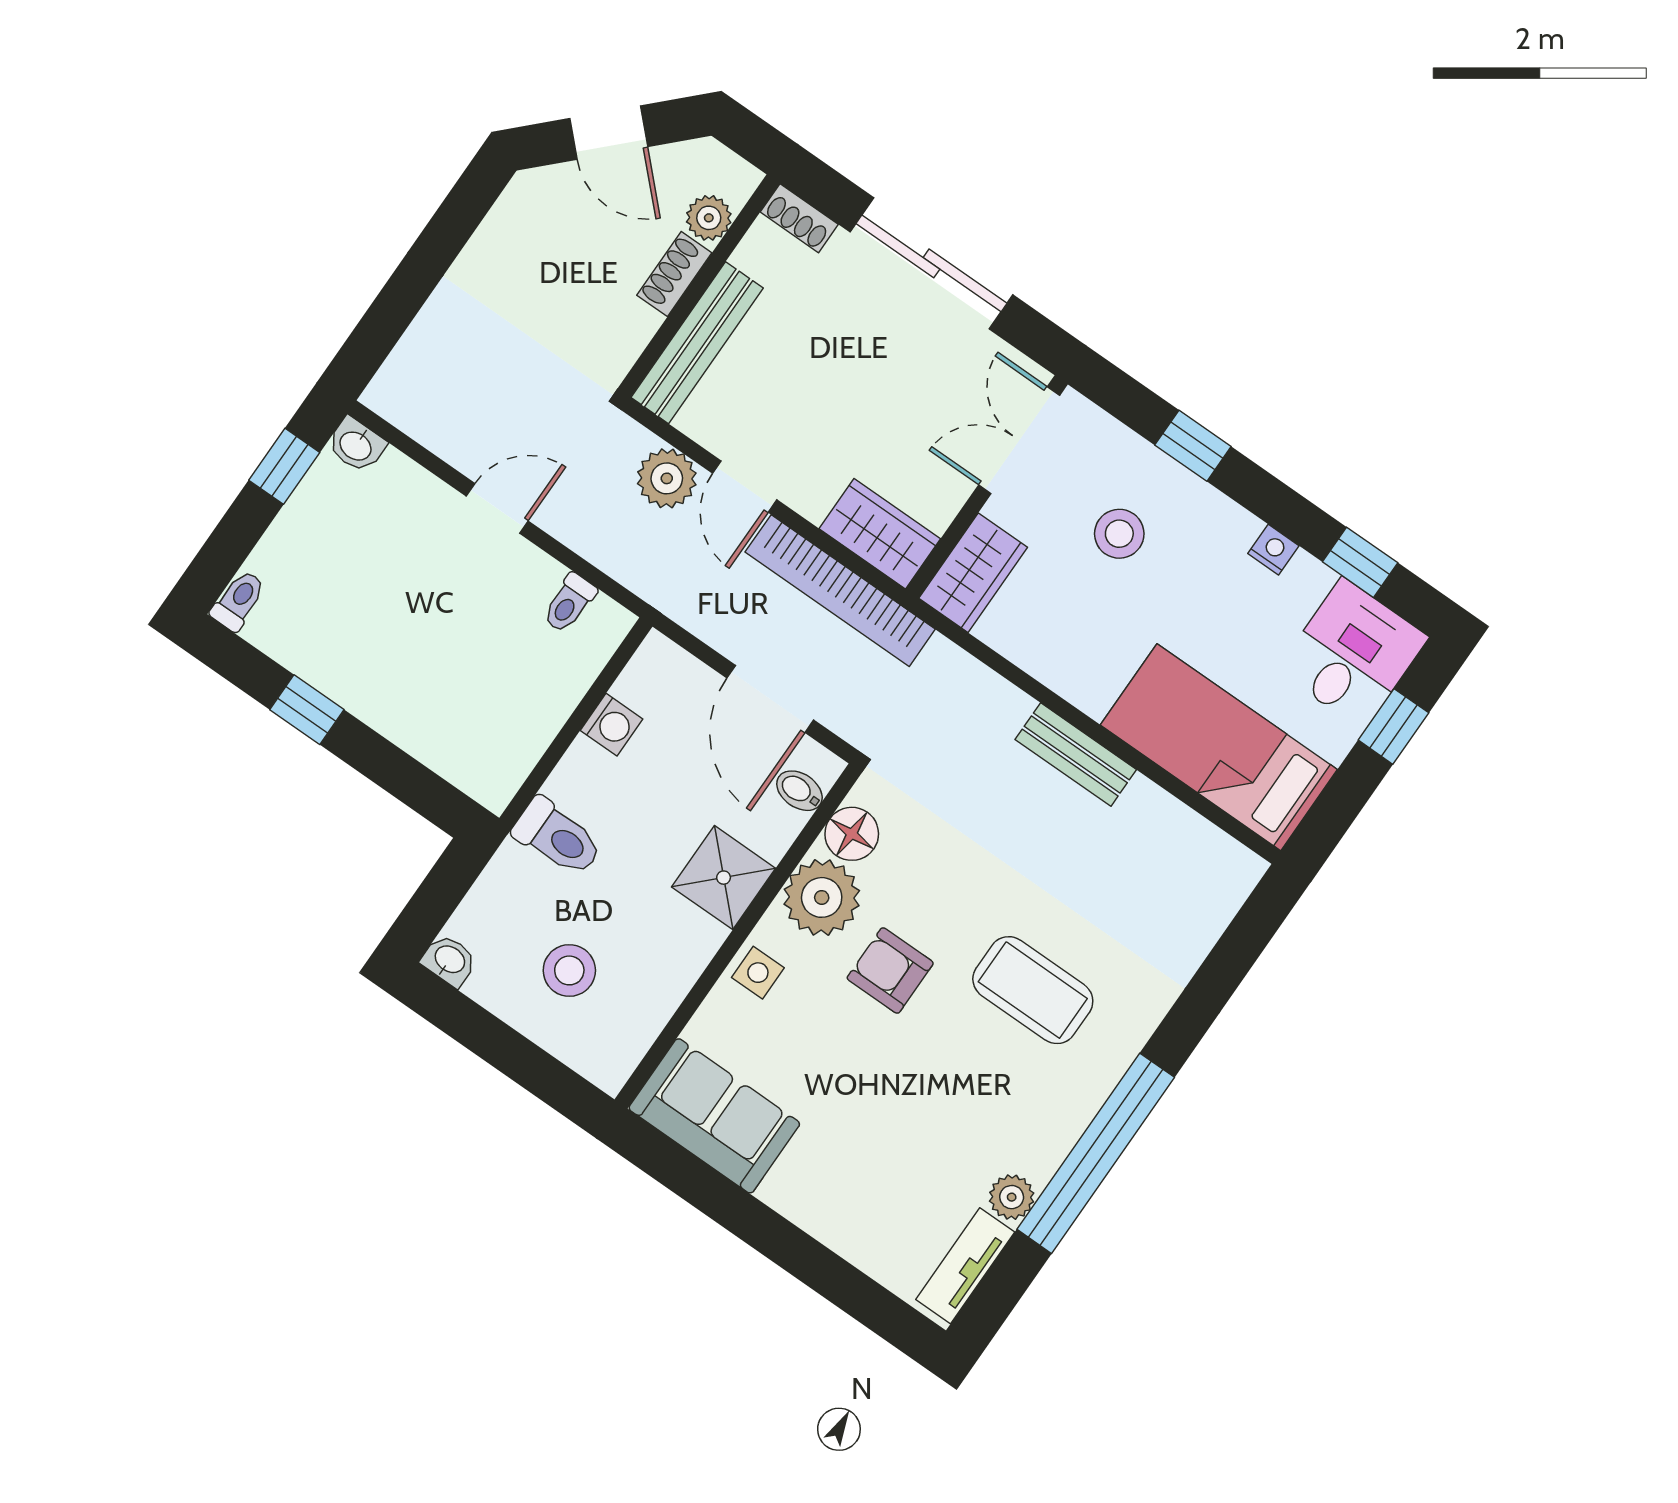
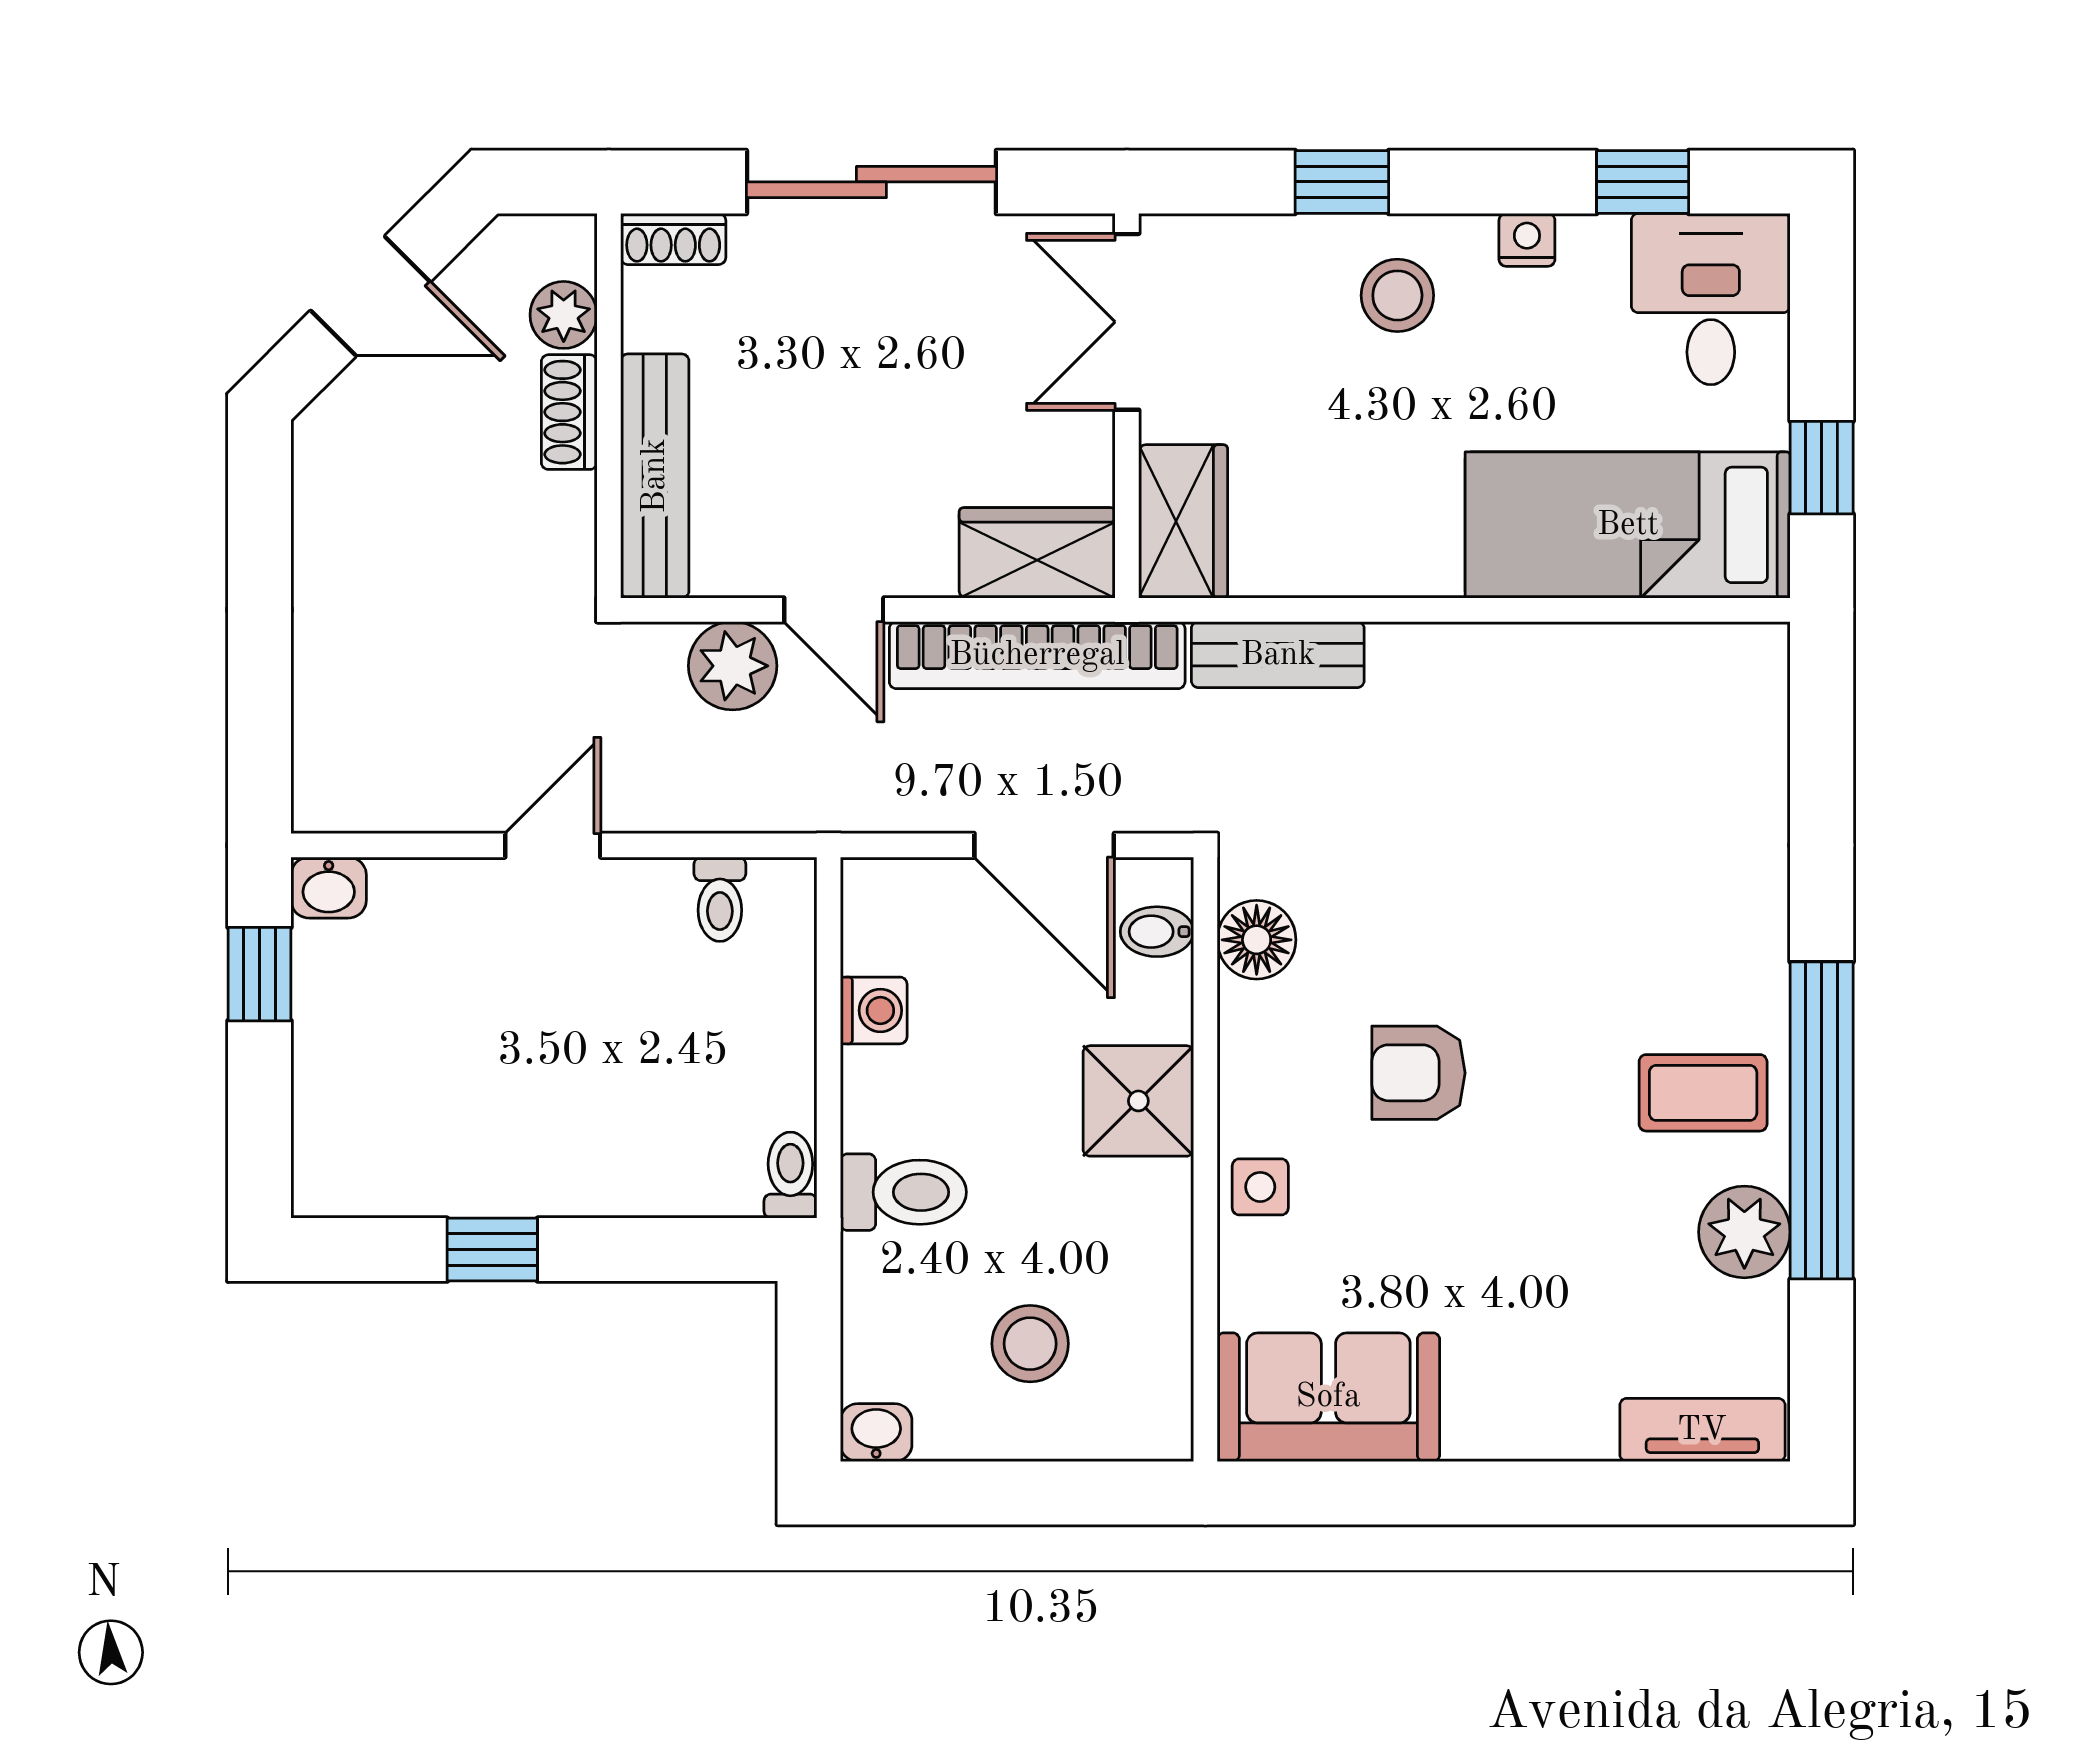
stool: (1119, 534) -> (1397, 295), moved
toilet: (238, 600) -> (790, 1175), moved
window: (1393, 726) -> (1822, 468), moved
bench: (1076, 754) -> (1278, 655), moved
plant: (822, 897) -> (1274, 1042), removed
coffee table: (1033, 990) -> (1703, 1093), moved, width x0.73, depth x0.77
plant: (1012, 1197) -> (1744, 1232), width x1.38, depth x1.38
tv unit: (965, 1266) -> (1702, 1430), moved, turned 90

